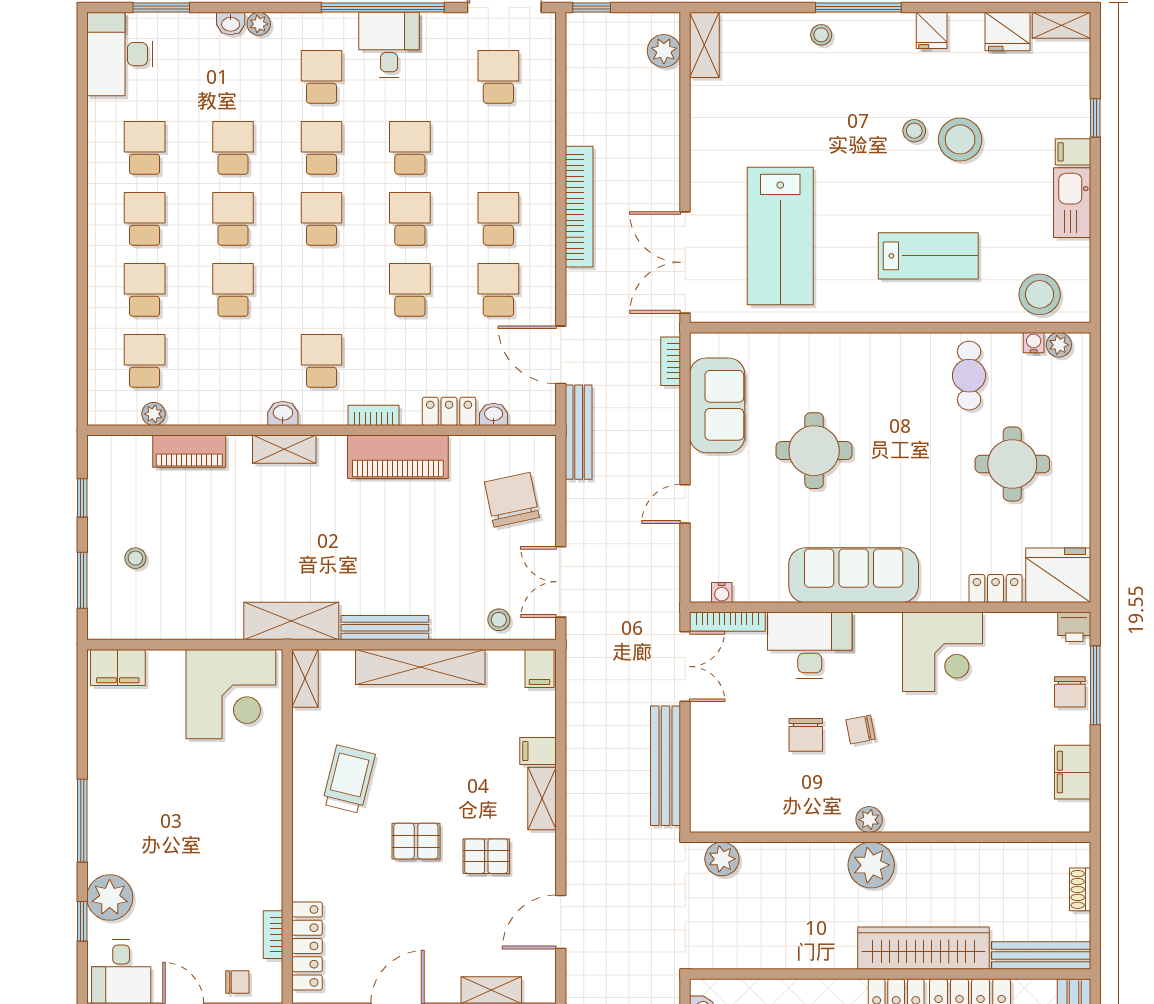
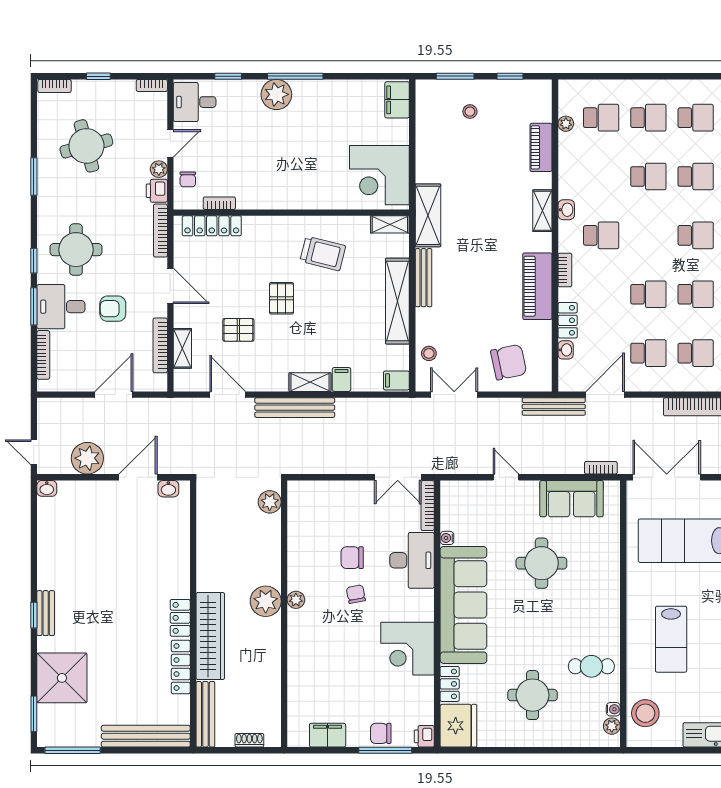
sofa: (854, 575) -> (463, 605), width x1.36, depth x1.27
water cooler: (722, 593) -> (447, 538), moved
bench: (666, 766) -> (295, 408), moved
pallet: (486, 856) -> (238, 330), moved, turned 90
plant: (110, 898) -> (276, 94), moved

